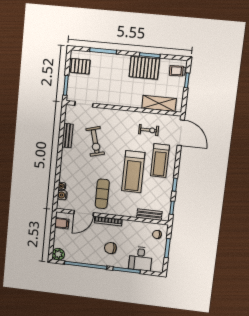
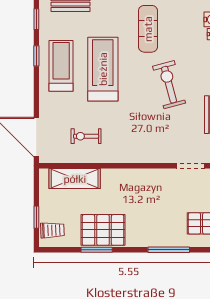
exercise bike: (95, 141) -> (169, 85), moved
treadmill: (160, 161) -> (61, 66), moved

